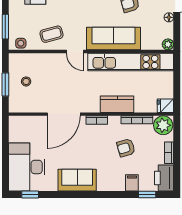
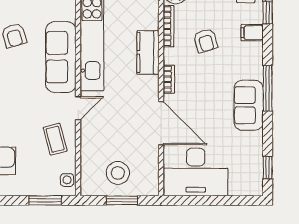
stool: (26, 81) -> (118, 173), width x1.89, depth x1.89
desk: (27, 167) -> (196, 172), moved
window: (90, 195) -> (268, 88), added

